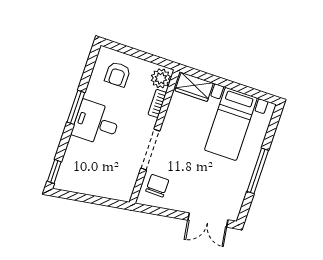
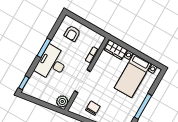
plant: (161, 78) -> (62, 101), moved
desk: (96, 123) -> (52, 63), width x1.37
chair: (157, 186) -> (93, 108), moved

